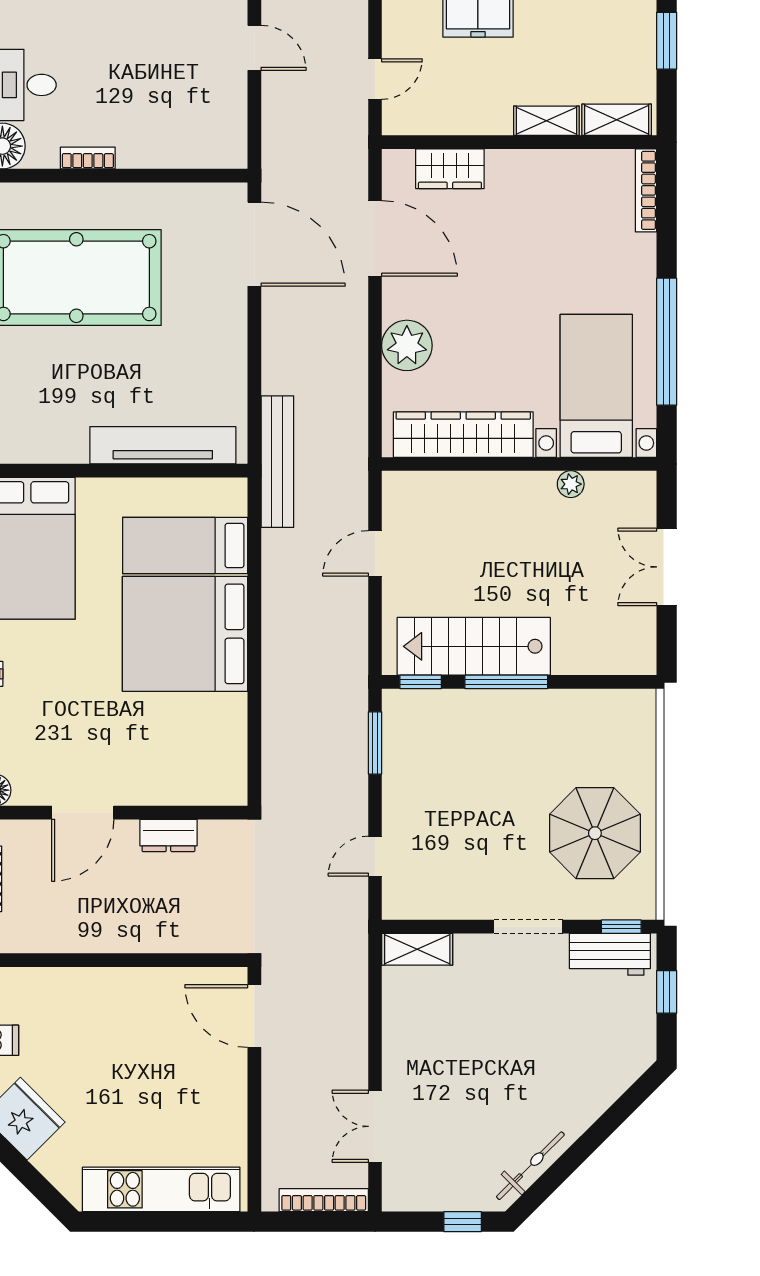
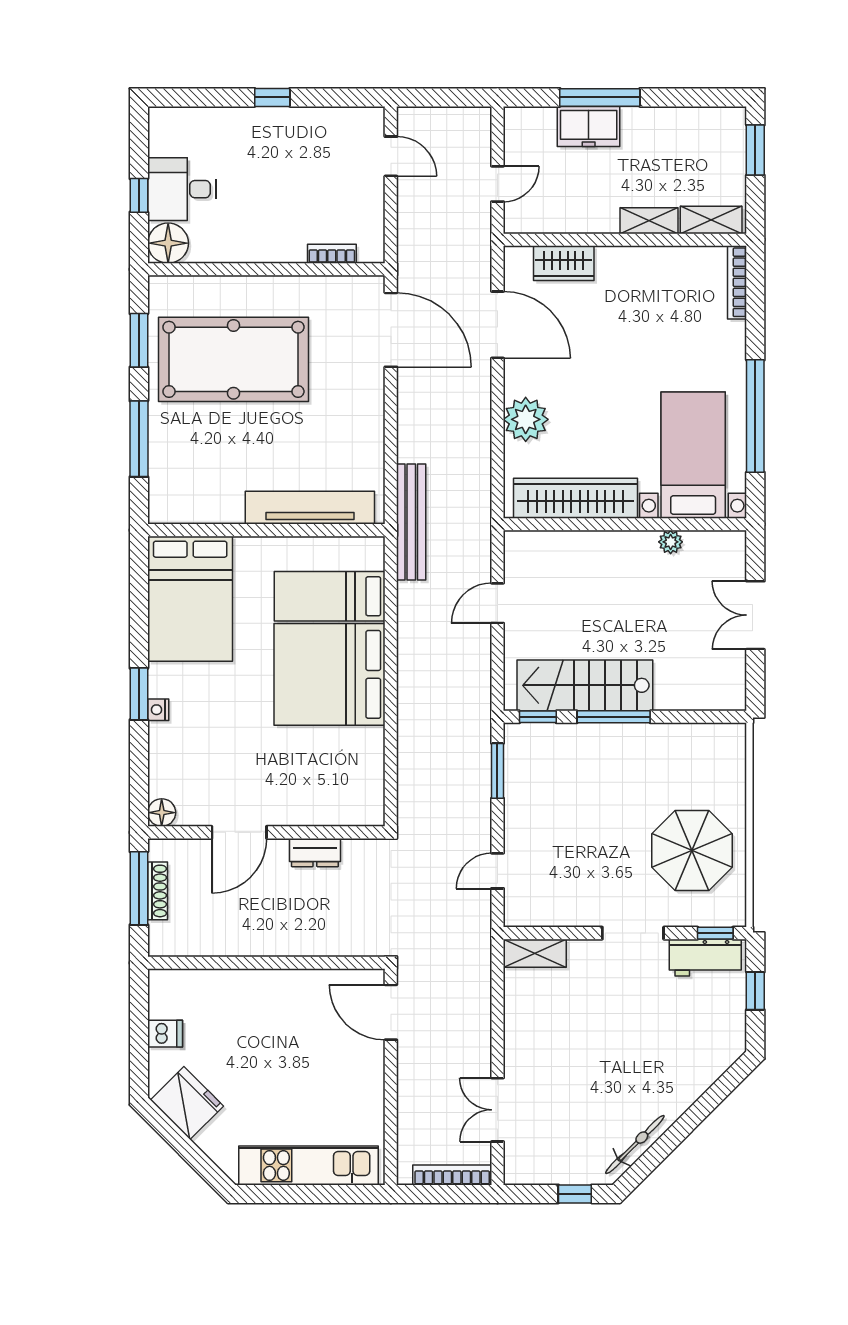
bookcase: (88, 158) -> (332, 254), moved

